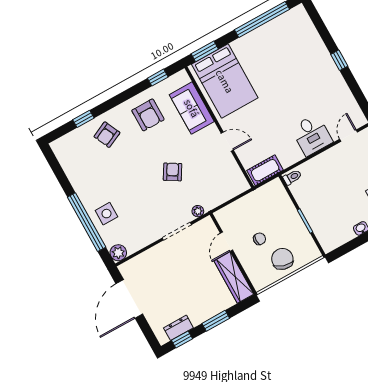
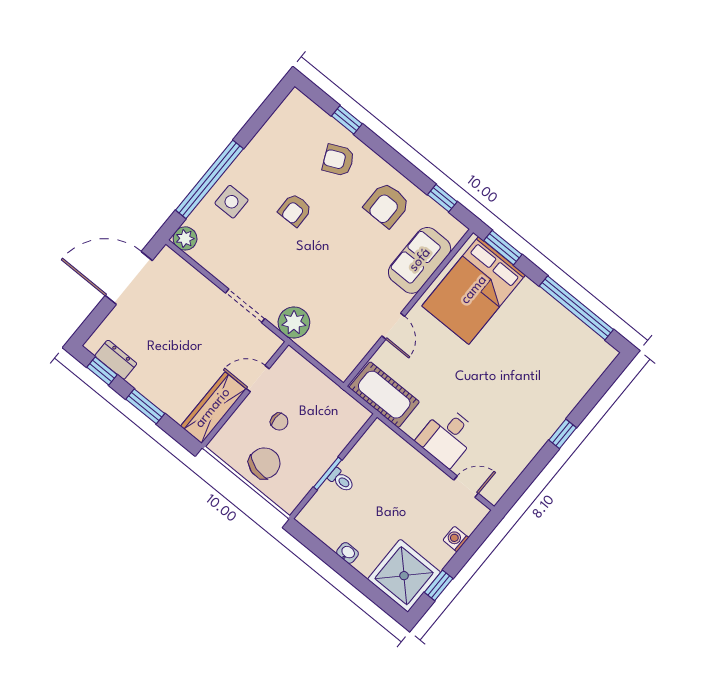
cot: (265, 170) -> (384, 395), width x1.37, depth x1.34
armchair: (173, 172) -> (295, 210), moved, turned 148
toilet: (292, 177) -> (341, 480), moved
plant: (198, 211) -> (294, 323), width x1.87, depth x1.87

